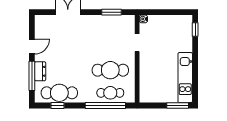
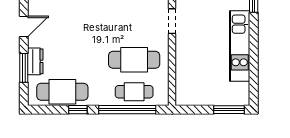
window: (32, 76) -> (24, 68), width x0.69
kitchen unit: (185, 78) -> (240, 46), moved
window: (58, 106) -> (78, 110), moved

